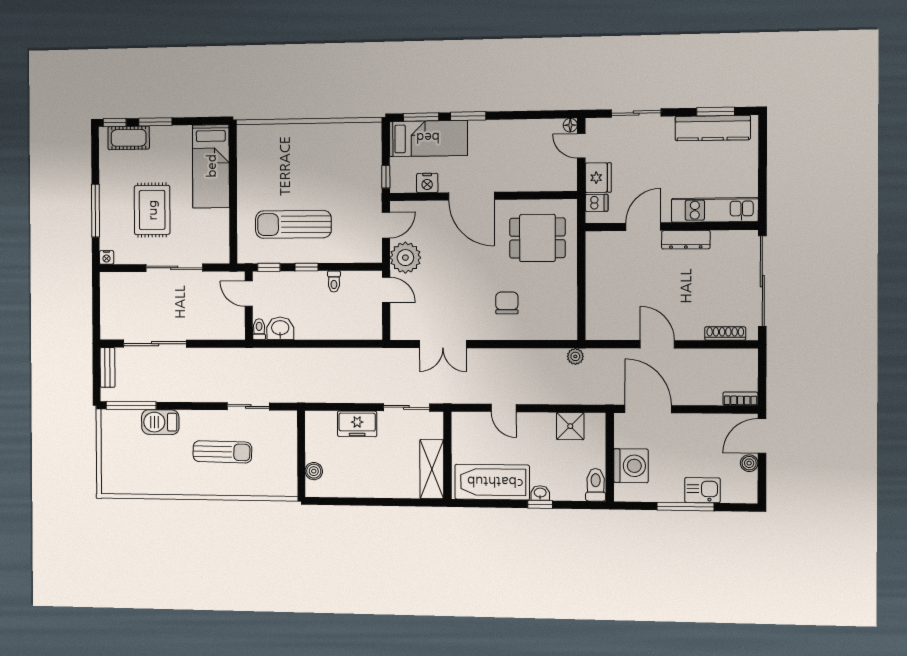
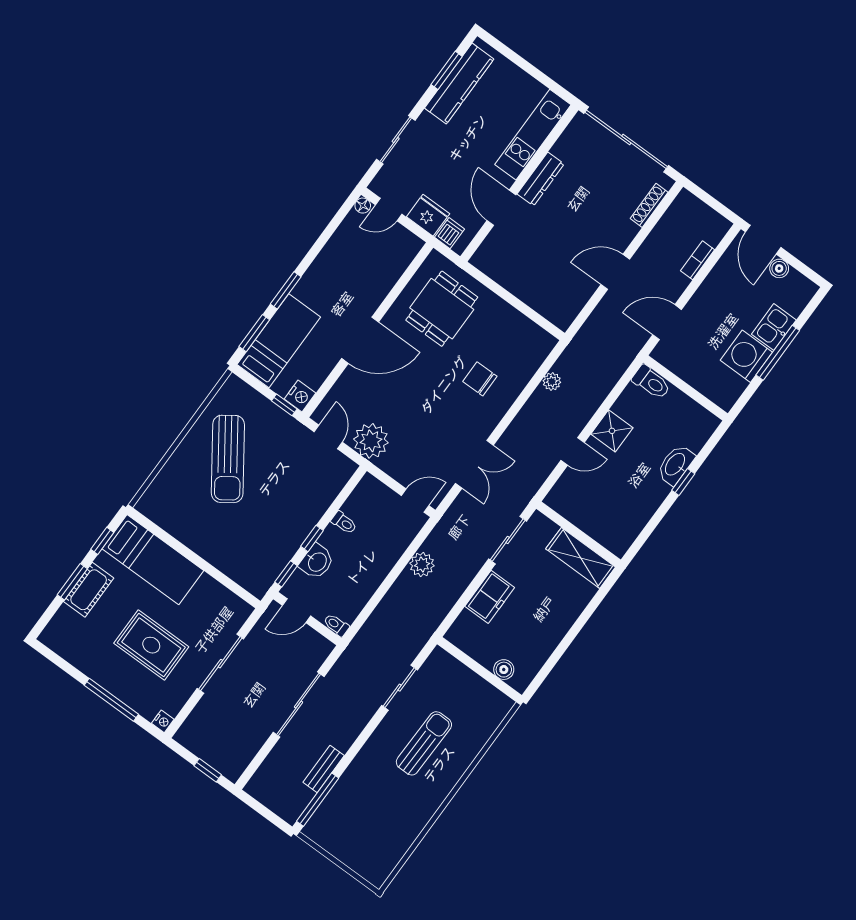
window: (115, 123) -> (102, 541), moved
cot: (129, 138) -> (89, 590), moved
nightstand: (427, 183) -> (300, 396), moved
sun lounger: (293, 224) -> (228, 459), moved, turned -35
door: (386, 290) -> (415, 501), moved
window: (96, 314) -> (208, 770), added
washbasin: (280, 328) -> (317, 562), moved, turned 180
sliding door: (155, 344) -> (299, 705), moved
plant: (575, 356) -> (552, 381), moved
plant: (345, 359) -> (422, 565), added
bench: (108, 367) -> (324, 769), moved, turned 90
bookcase: (740, 399) -> (698, 260), moved
door: (648, 409) -> (667, 322), width x0.73
barbecue: (160, 422) -> (353, 783), removed
shower: (570, 426) -> (612, 431), moved
washing machine: (631, 466) -> (746, 356), moved, turned -90
bathtub: (492, 482) -> (632, 511), removed
toilet: (596, 485) -> (651, 382), moved, turned 180
washbasin: (540, 493) -> (676, 465), width x1.91, depth x1.45

